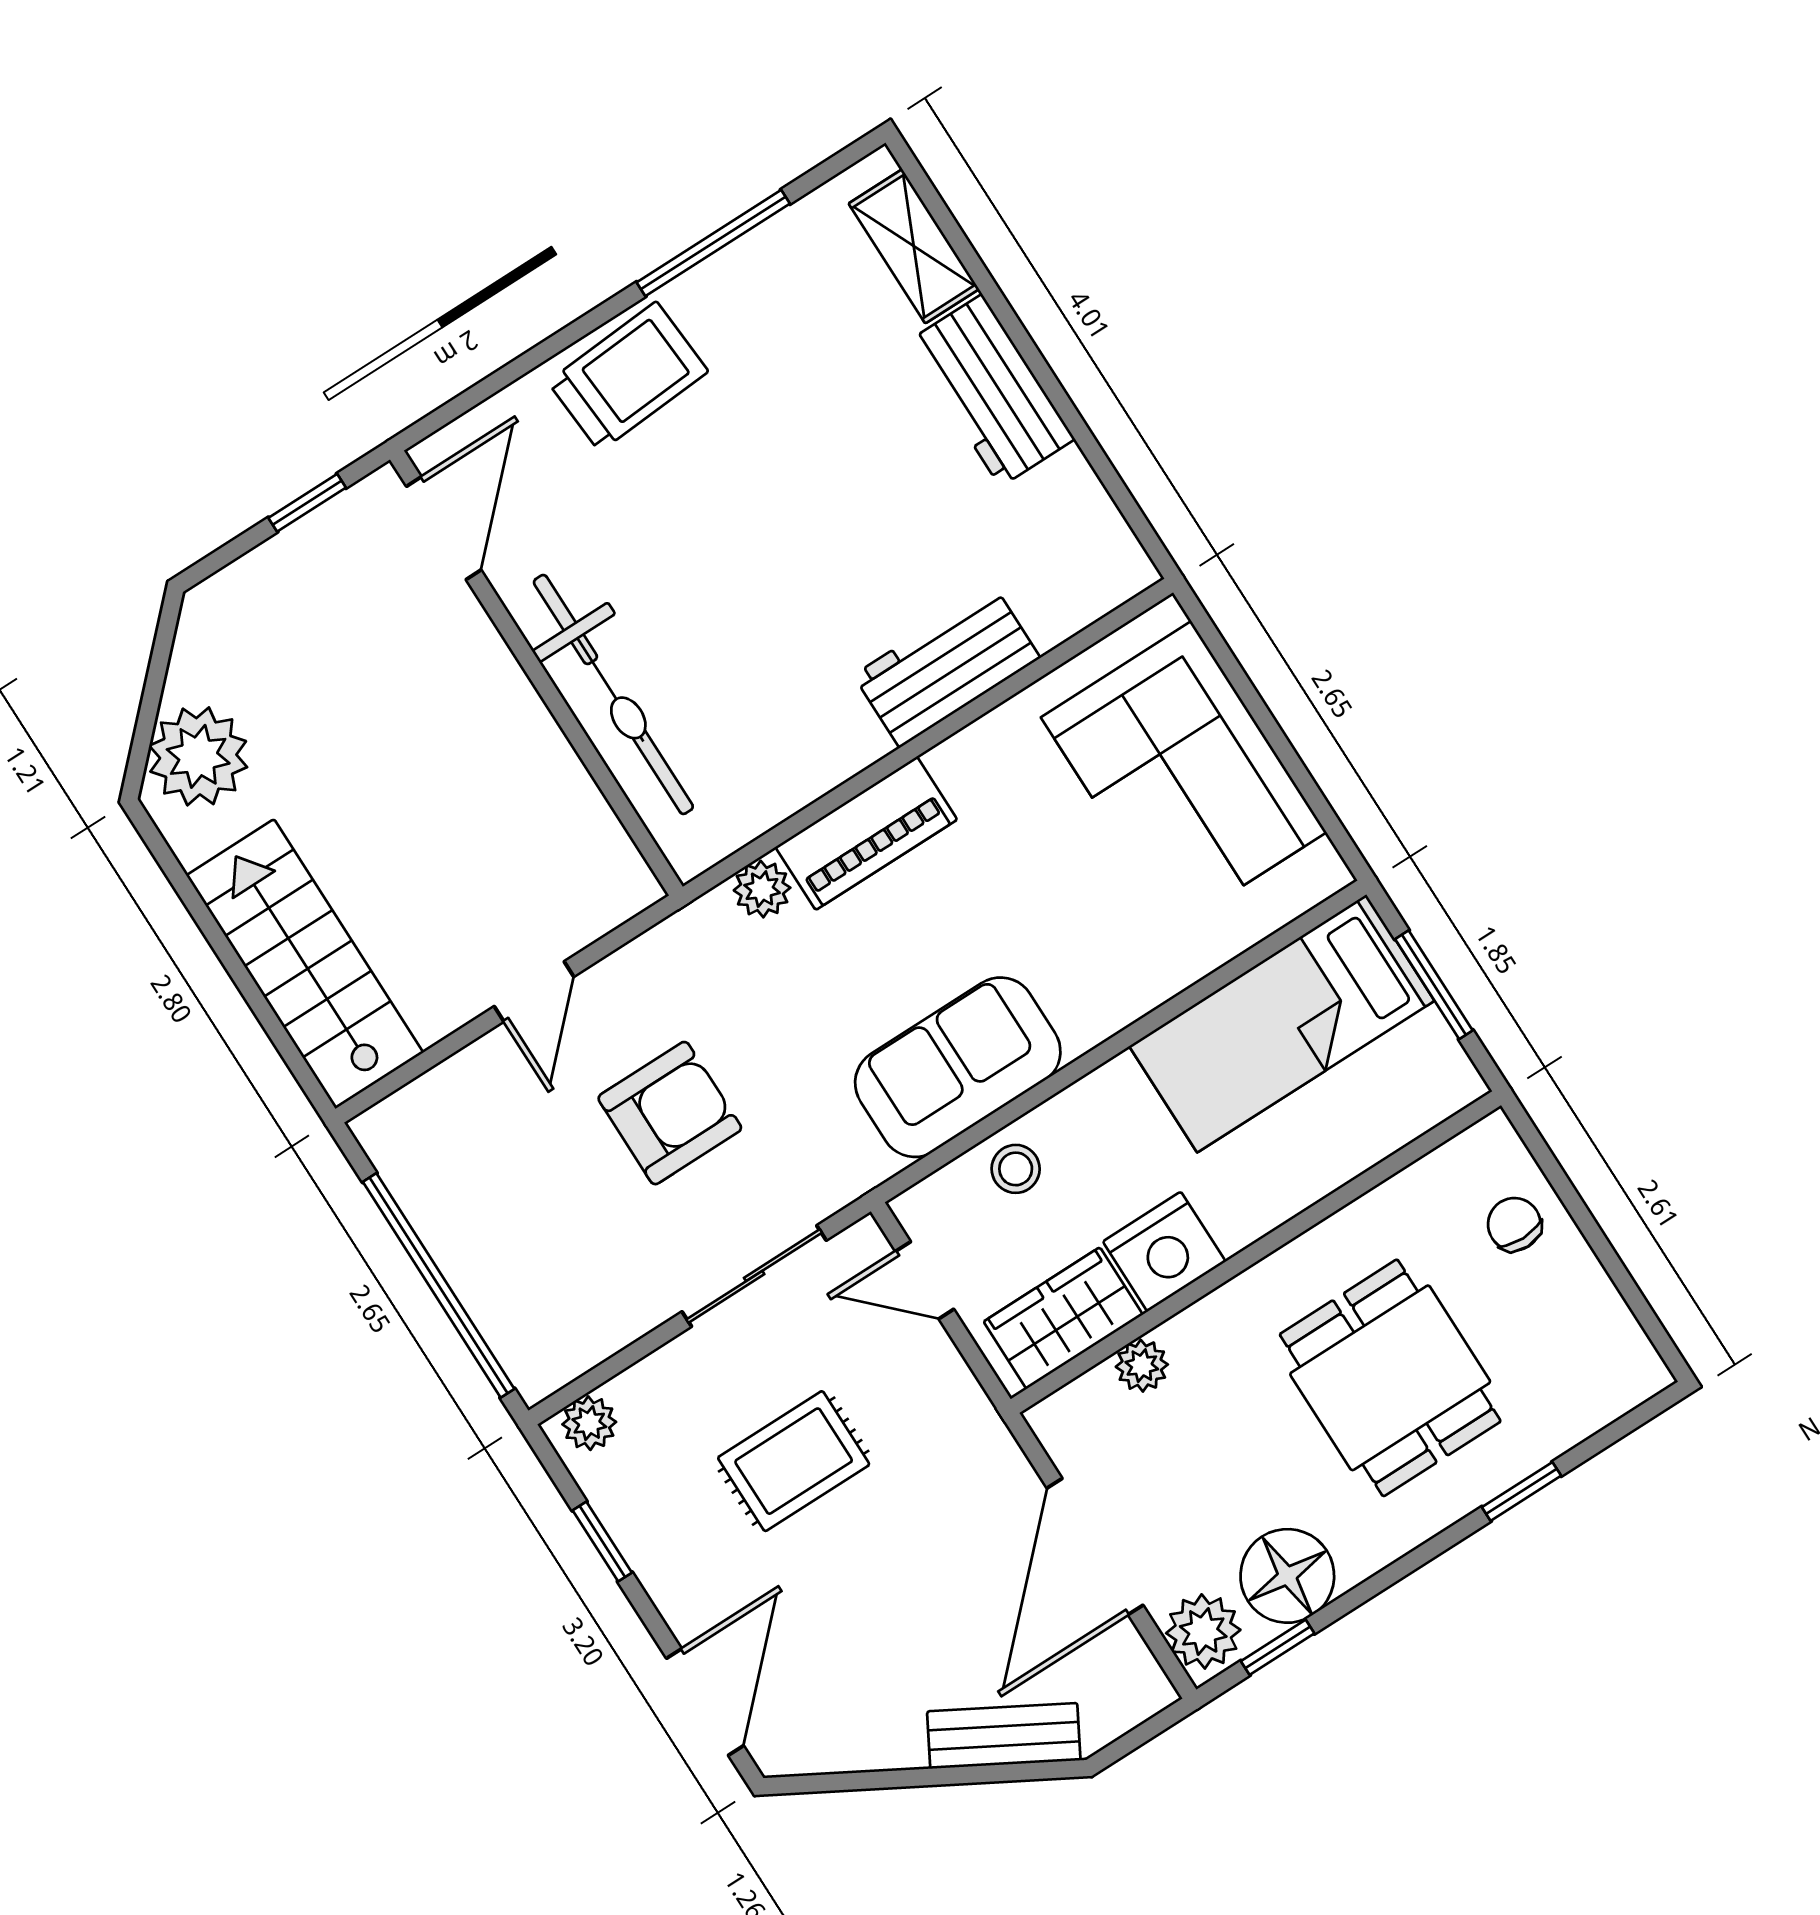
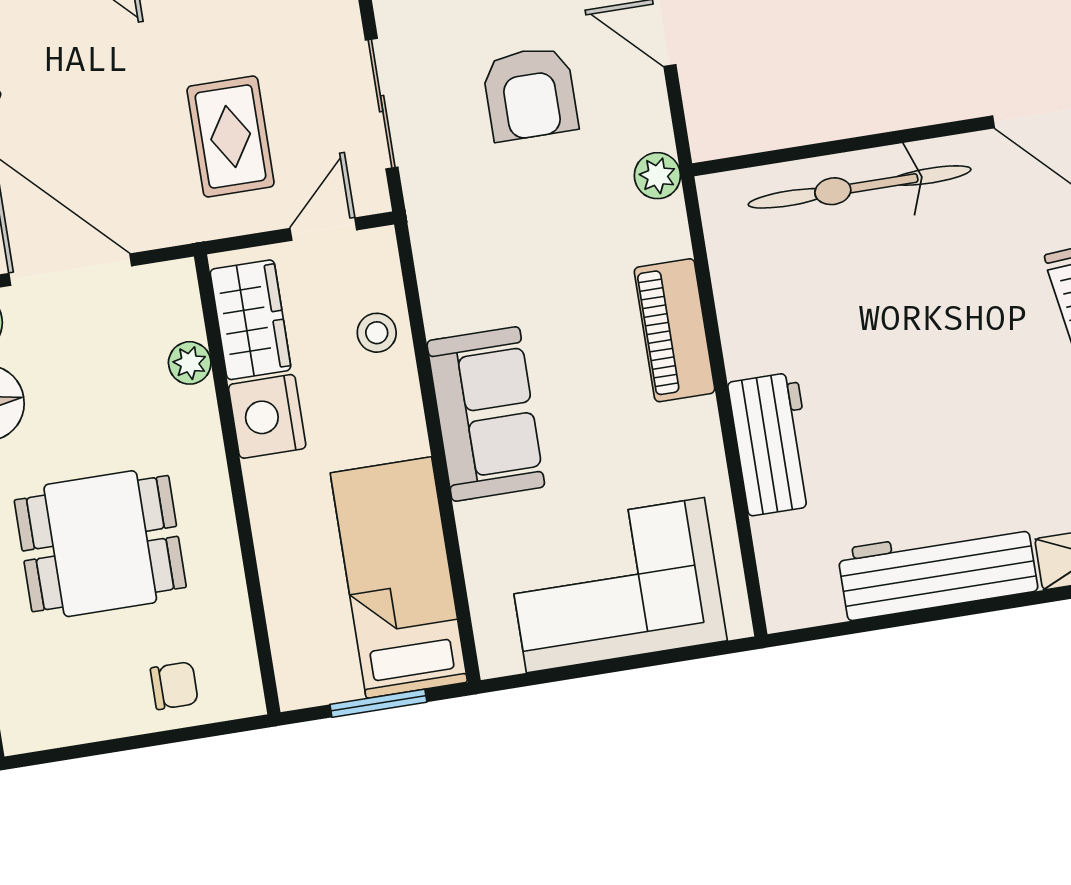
workbench: (991, 390) -> (938, 570), width x1.38
plant: (762, 889) -> (657, 176), moved
sofa: (958, 1067) -> (486, 414), moved
rug: (794, 1461) -> (231, 136), moved

